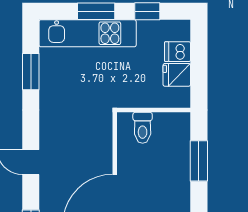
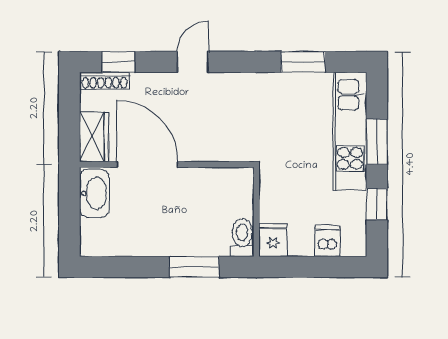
fridge: (177, 75) -> (273, 240), moved
toilet: (143, 128) -> (242, 238), moved, turned 90

